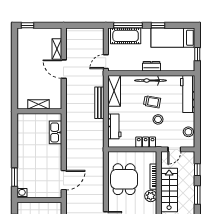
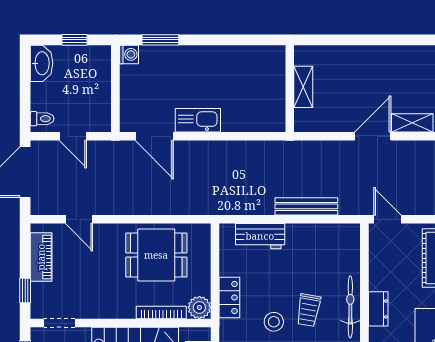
shelving: (114, 91) -> (330, 236), removed
kitchen sink: (55, 132) -> (198, 120), moved
plant: (151, 196) -> (199, 307), moved

